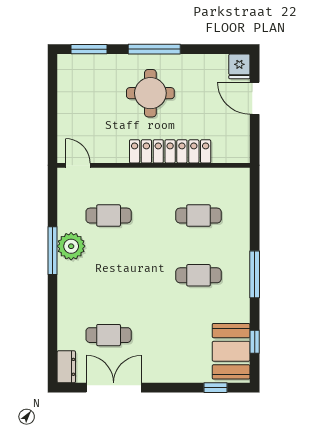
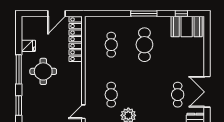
fridge: (239, 66) -> (28, 46), moved
door: (255, 98) -> (57, 14), moved
locker: (170, 151) -> (76, 39), moved
cafe table: (199, 275) -> (144, 45), width x1.37, depth x1.35
window: (216, 388) -> (207, 35), removed

